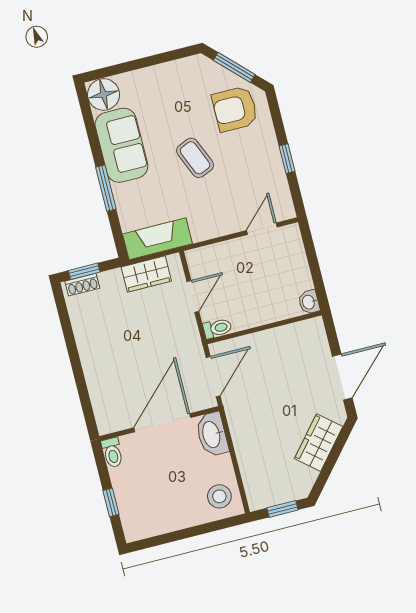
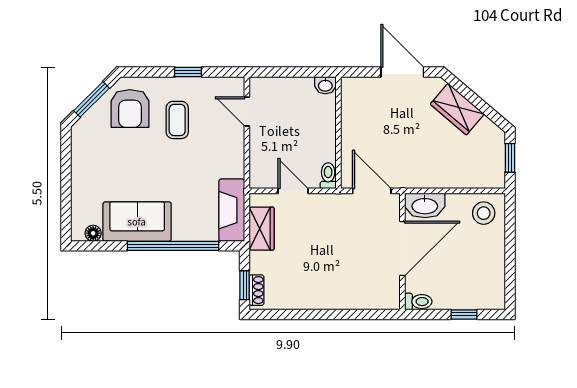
floor lamp: (104, 94) -> (93, 233), width x0.53, depth x0.53
coffee table: (195, 158) -> (177, 120), moved, turned -67
window: (106, 188) -> (173, 246), width x2.11
door: (162, 423) -> (402, 249), swing flipped

